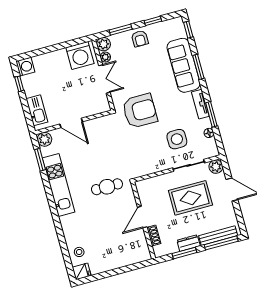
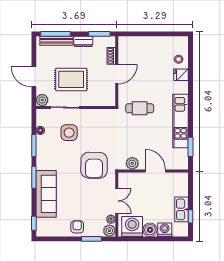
window: (153, 21) -> (62, 239), removed
boiler: (59, 57) -> (150, 230), added
washing machine: (25, 67) -> (165, 230), moved, turned 90
window: (198, 67) -> (34, 177), moved
double door: (104, 79) -> (117, 201), swing flipped
tv unit: (200, 104) -> (41, 157), removed
kitchen sink: (37, 110) -> (182, 209), moved
armchair: (140, 111) -> (94, 165), turned -89
plant: (44, 139) -> (132, 163), moved
window: (184, 253) -> (99, 34), moved
fridge: (82, 271) -> (181, 75), moved

